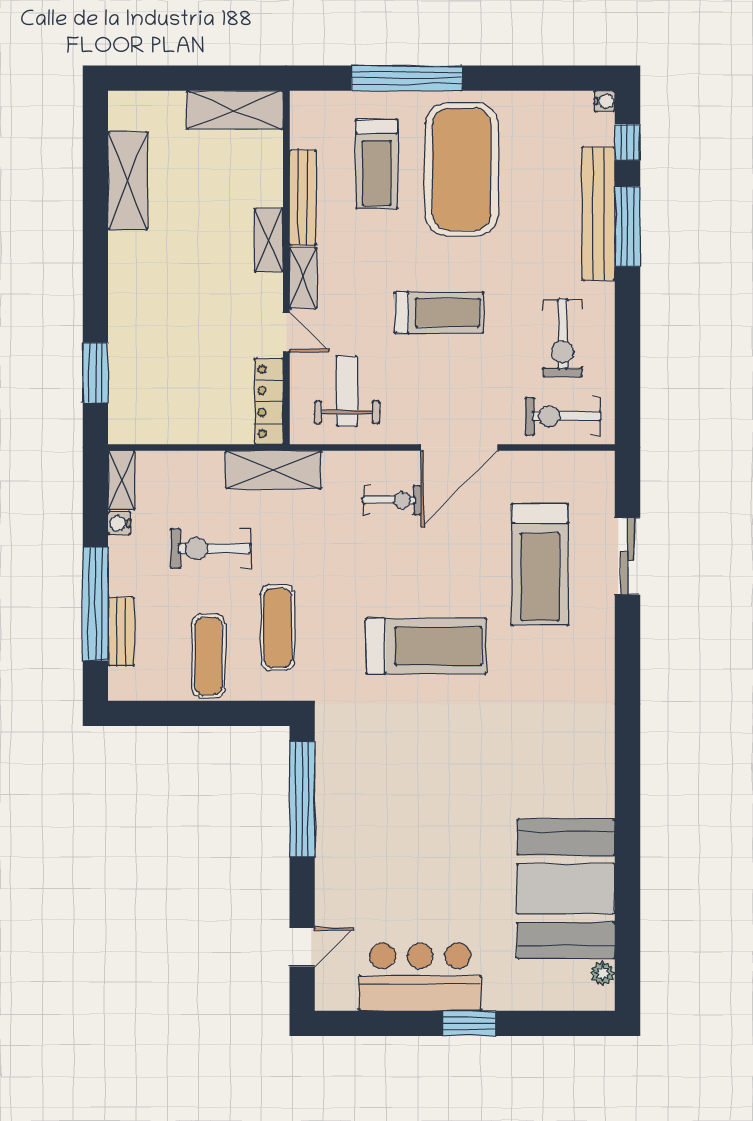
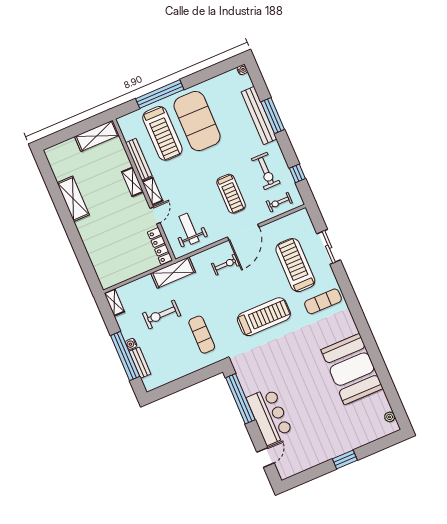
window: (627, 142) -> (297, 173), moved
treadmill: (377, 164) -> (162, 133), width x1.37, depth x1.38
shelving: (128, 181) -> (73, 199), moved
treadmill: (439, 313) -> (231, 194), moved, turned 90
door: (286, 332) -> (155, 215), hinge flipped
window: (95, 373) -> (86, 264), removed
exercise bike: (563, 416) -> (279, 202), width x0.73, depth x0.72
water cooler: (119, 523) -> (131, 344), moved
treadmill: (540, 565) -> (295, 265), turned 180
exercise mat: (209, 656) -> (323, 301), moved, turned 90
booth: (566, 889) -> (352, 369), moved
bar counter: (420, 977) -> (270, 416), moved, turned 90

